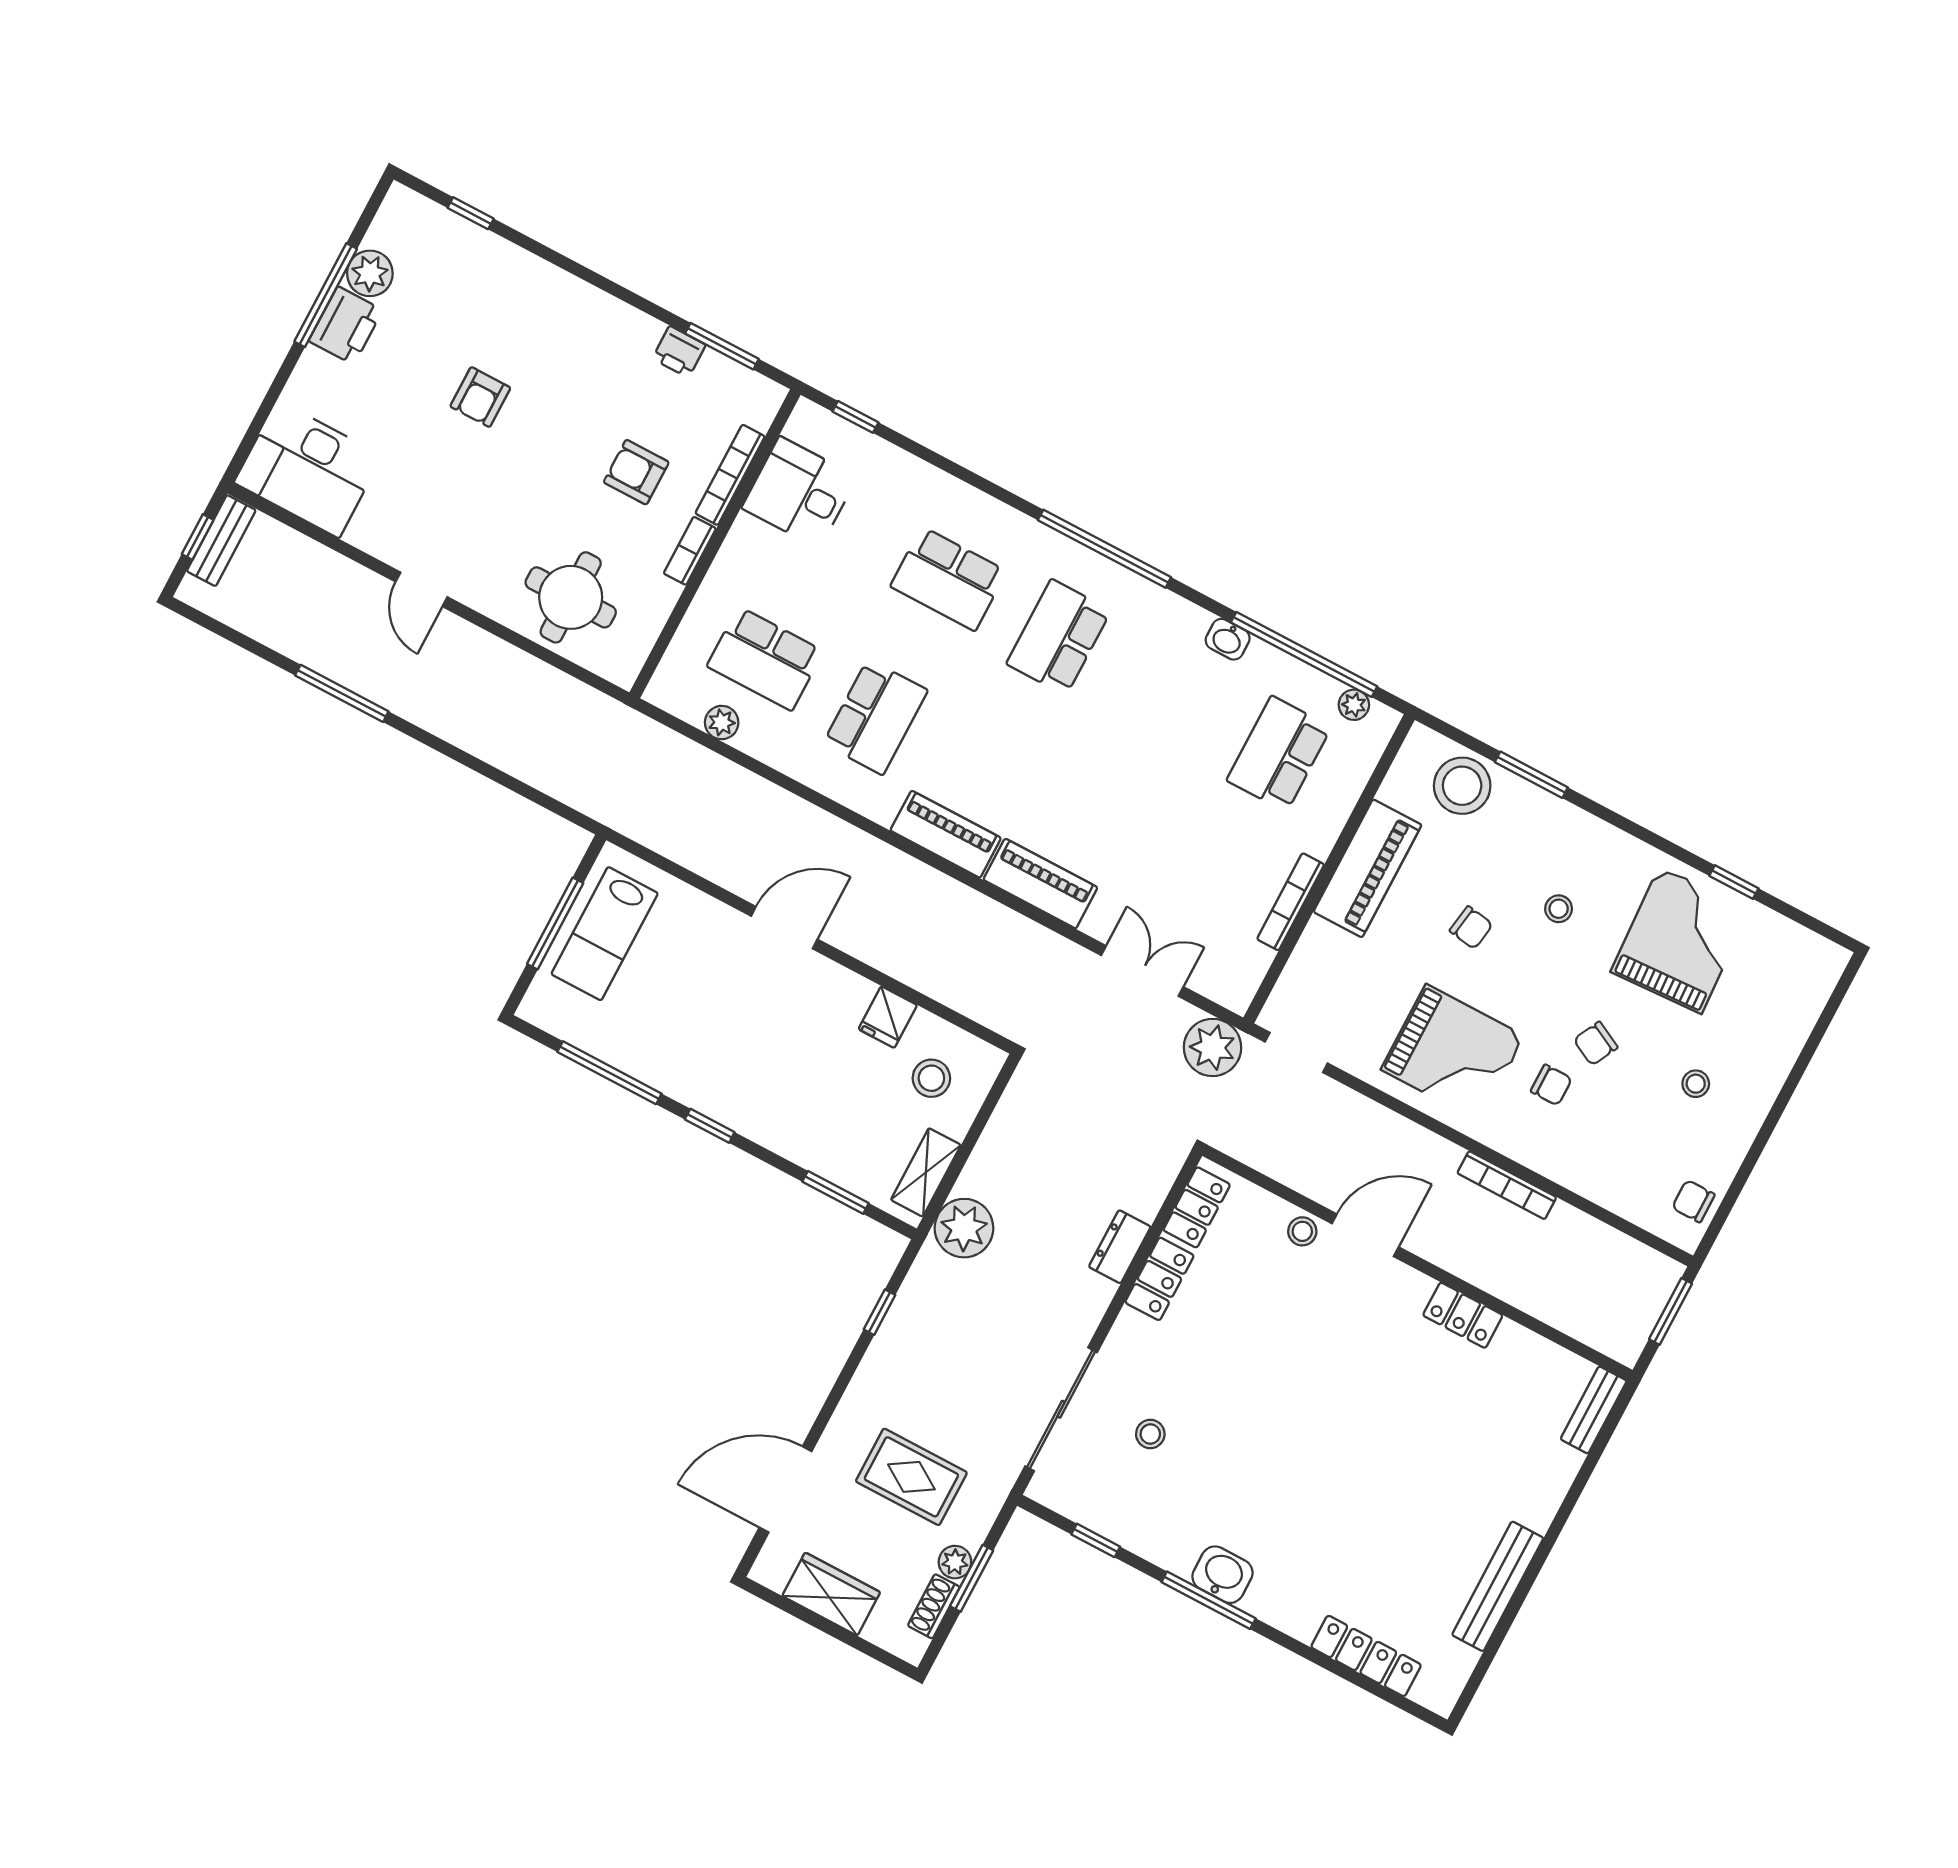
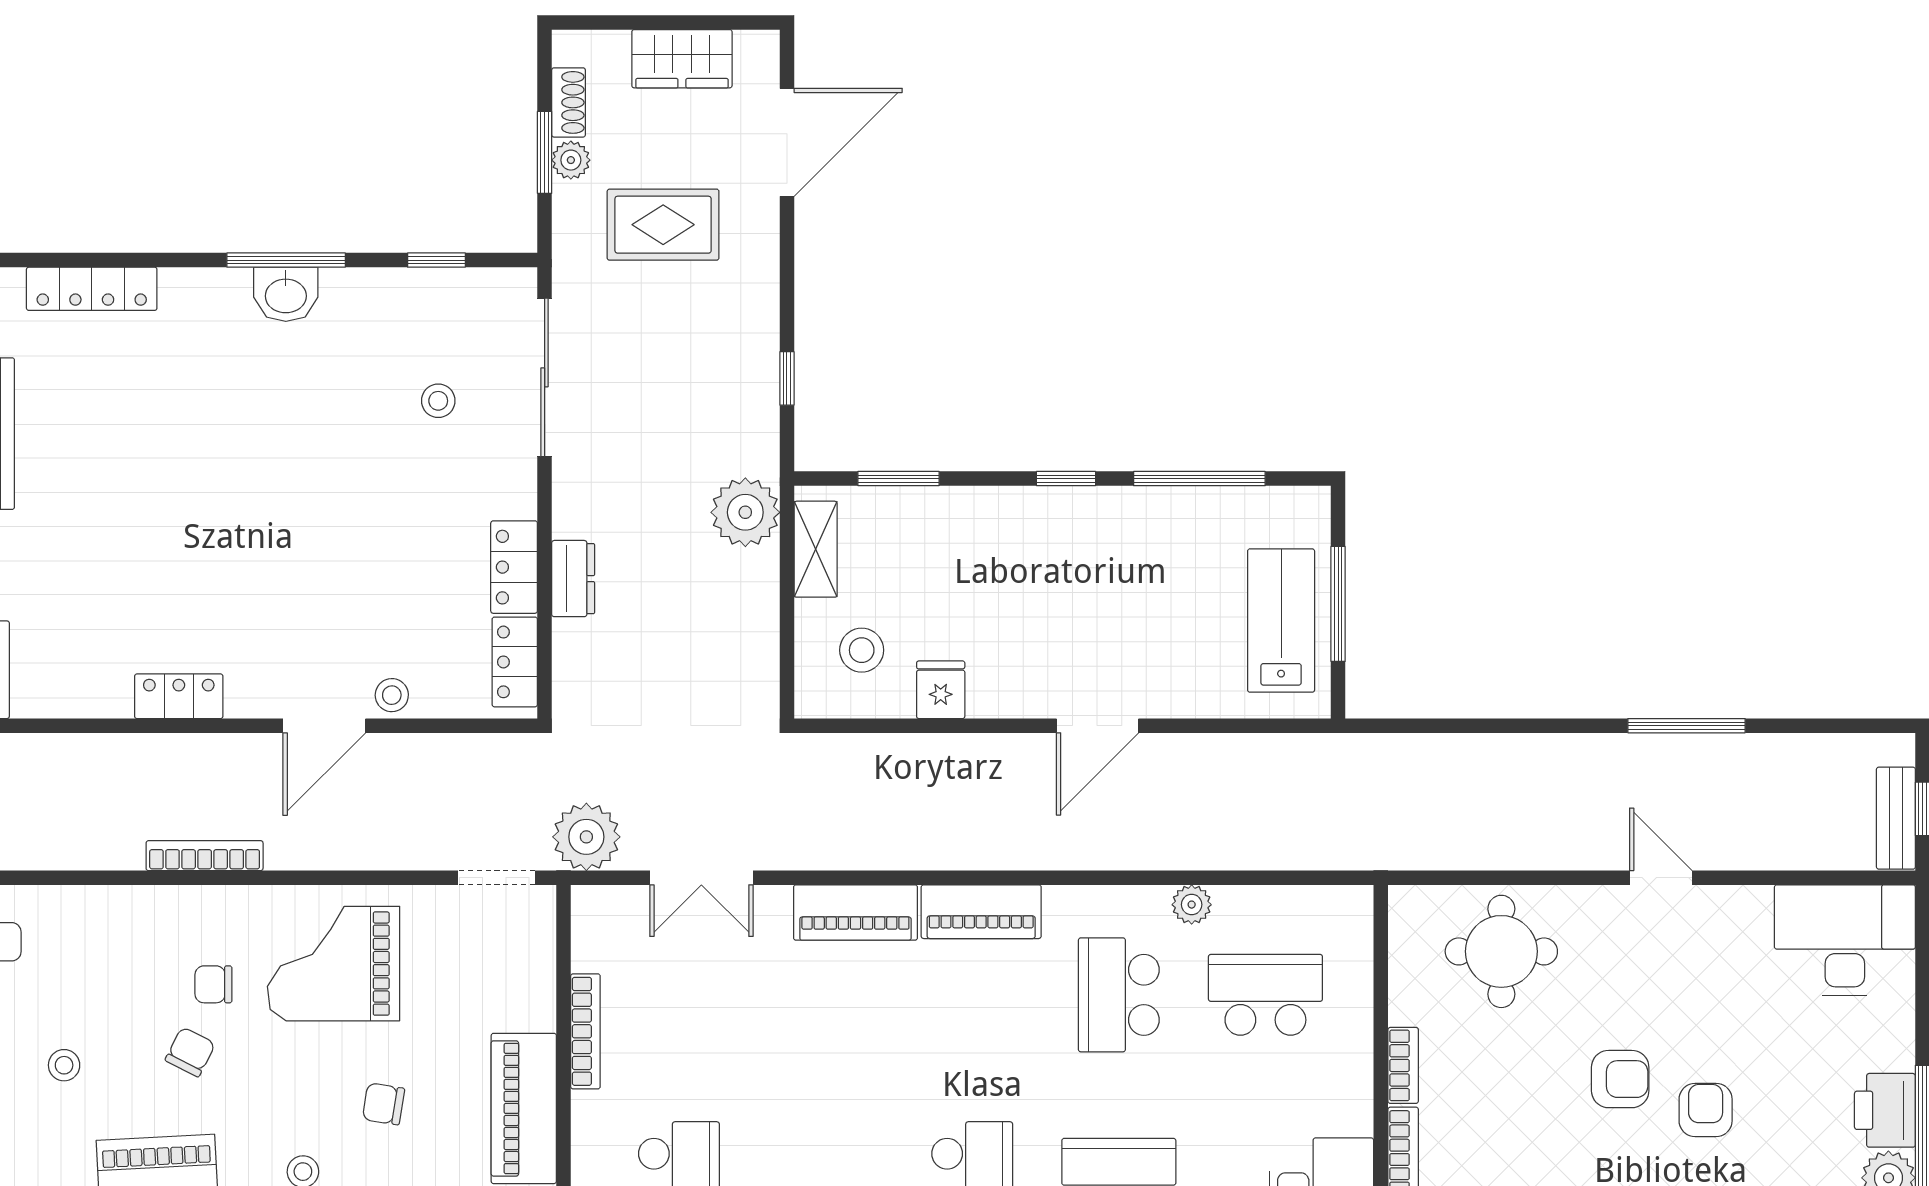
armchair: (636, 472) -> (1620, 1079), moved
plant: (722, 723) -> (1192, 905), moved

